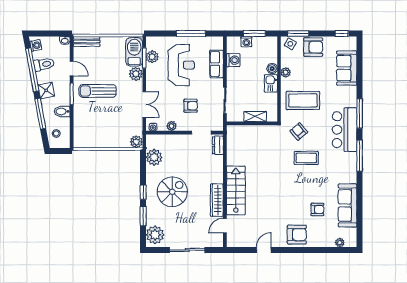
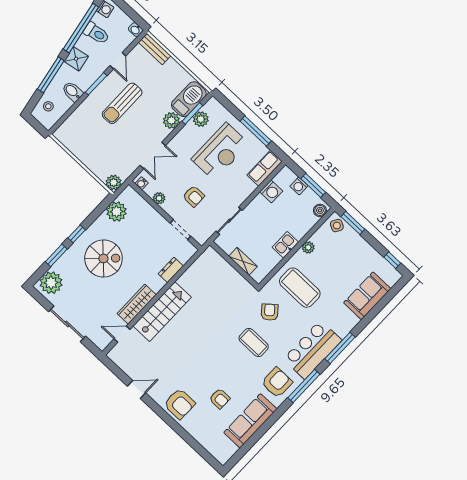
armchair: (313, 47) -> (277, 383), moved, turned -90
row of seats: (217, 64) -> (265, 168), moved
boiler: (272, 69) -> (320, 210), moved
sun lounger: (98, 91) -> (122, 103), turned -90
dresser: (218, 145) -> (171, 270), moved
plant: (340, 243) -> (212, 448), removed

